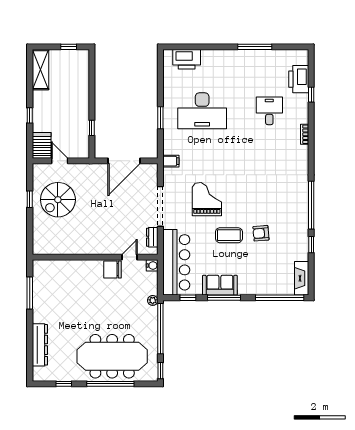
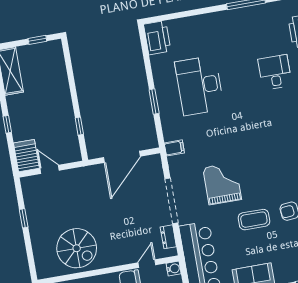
printer: (187, 59) -> (157, 38), moved, turned -90
desk: (202, 111) -> (199, 85), turned 90
spiral stairs: (58, 200) -> (77, 248), moved, turned -90

